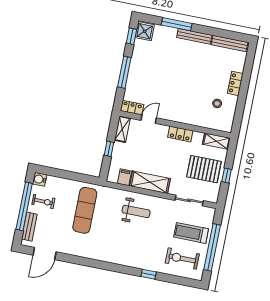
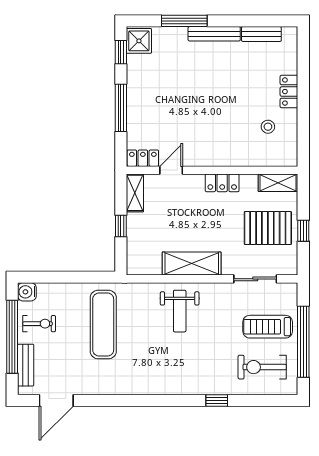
bench: (230, 44) -> (261, 34), width x0.73
filing cabinet: (124, 177) -> (152, 264), removed
weight bench: (136, 211) -> (180, 311), turned 90

